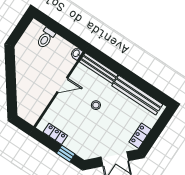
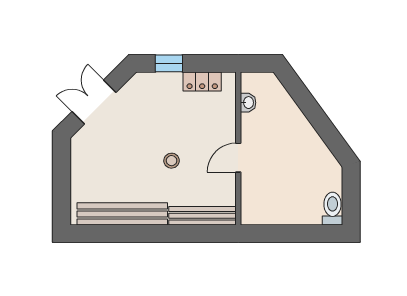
toilet: (46, 38) -> (333, 209), moved
washbasin: (76, 53) -> (248, 103), moved
locker: (140, 136) -> (80, 159), removed

